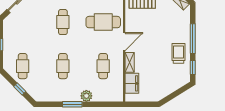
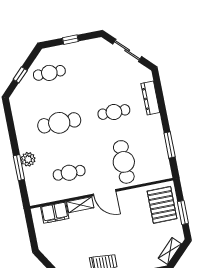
cafe table: (63, 66) -> (59, 123), width x1.37, depth x1.35
window: (72, 104) -> (19, 168), moved

